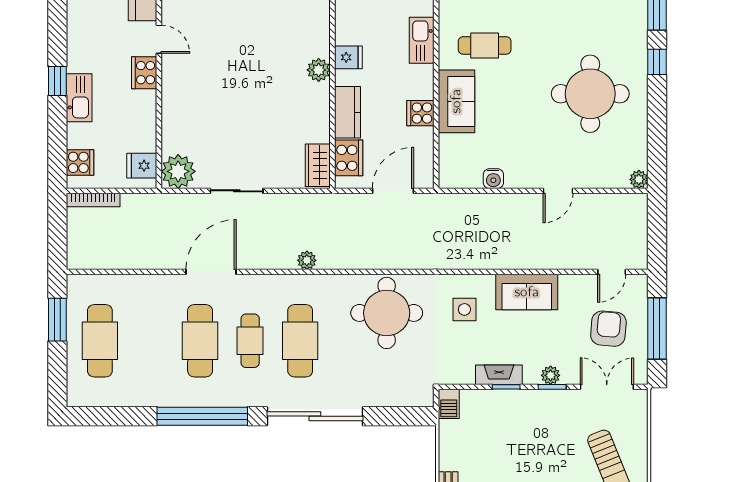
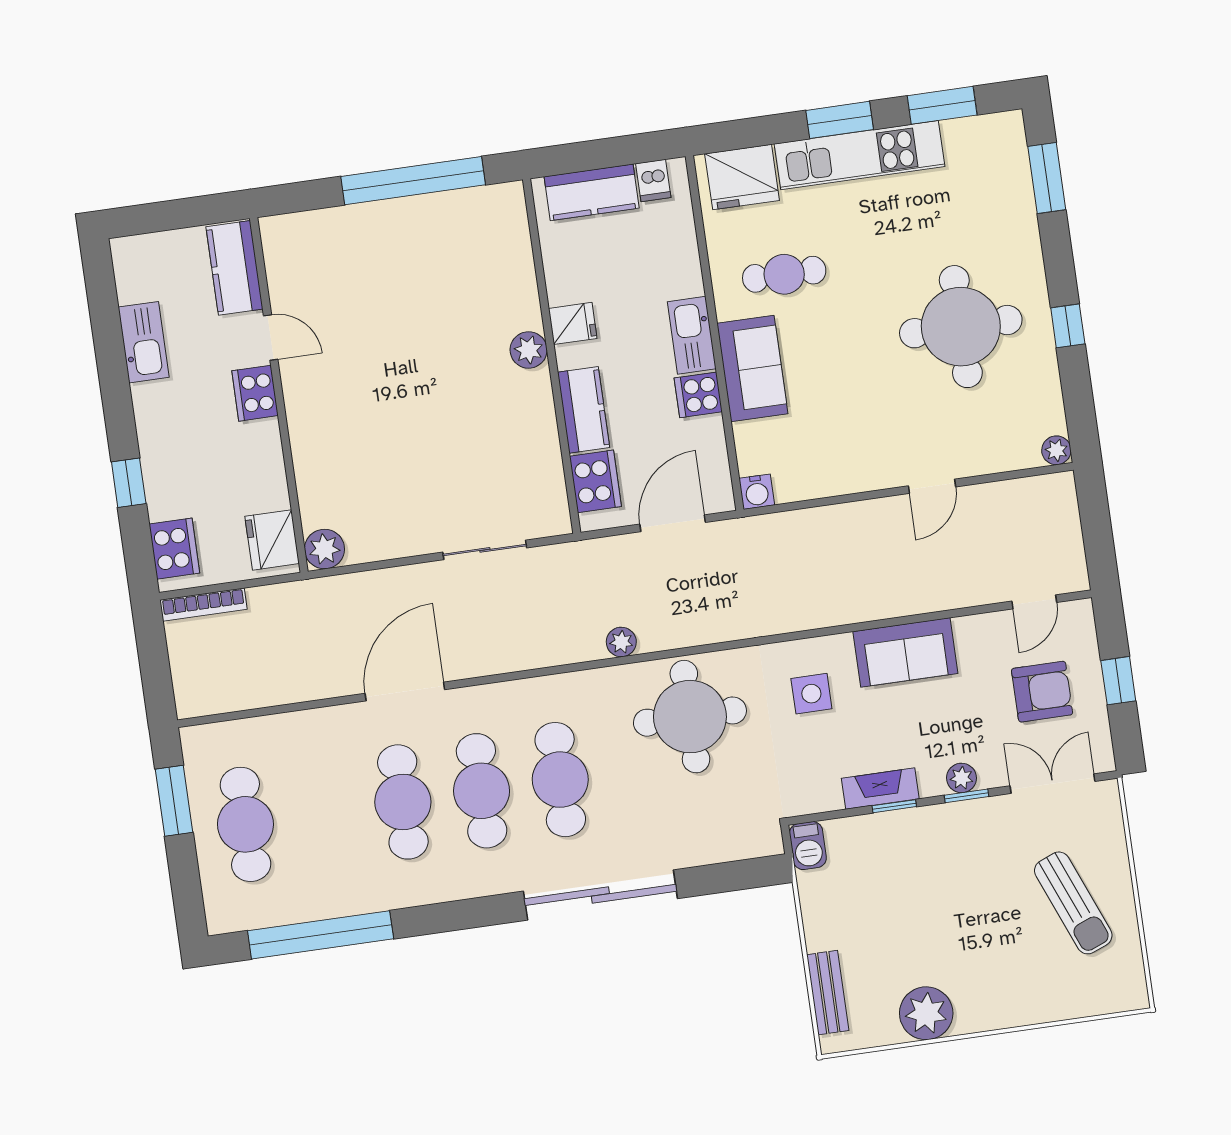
kitchen sink: (422, 40) -> (692, 335), moved
window: (657, 62) -> (1068, 326), moved
window: (57, 81) -> (129, 483), moved
kitchen sink: (79, 98) -> (144, 342), moved
cooker: (80, 162) -> (174, 549), width x1.36
wardrobe: (318, 165) -> (549, 500), removed
fridge: (142, 166) -> (272, 540), width x1.38
plant: (178, 171) -> (324, 549), width x0.73, depth x0.73
water cooler: (493, 179) -> (757, 492), moved
sliding door: (237, 191) -> (485, 550), moved
plant: (307, 260) -> (621, 642), moved
armchair: (608, 329) -> (1042, 692), turned 85
window: (657, 329) -> (1118, 681), width x0.46
cafe table: (250, 341) -> (482, 791), width x1.37, depth x1.35
window: (202, 416) -> (321, 935), moved

